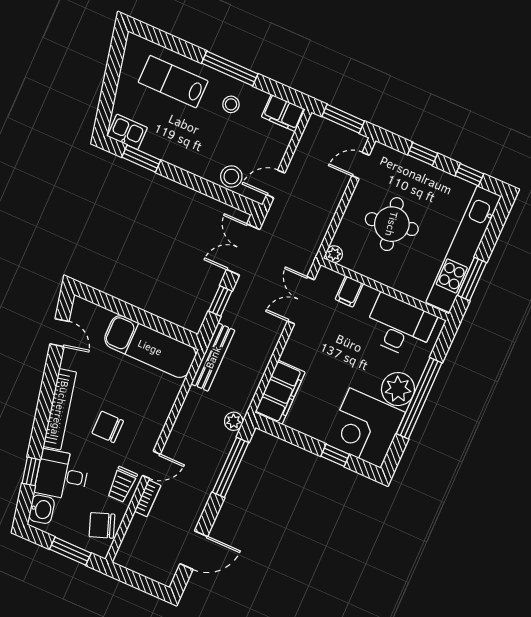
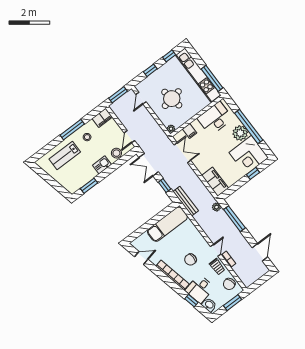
kitchen sink: (127, 132) -> (102, 165), moved
window: (472, 279) -> (212, 78), width x1.44
double door: (301, 300) -> (182, 153), swing flipped

